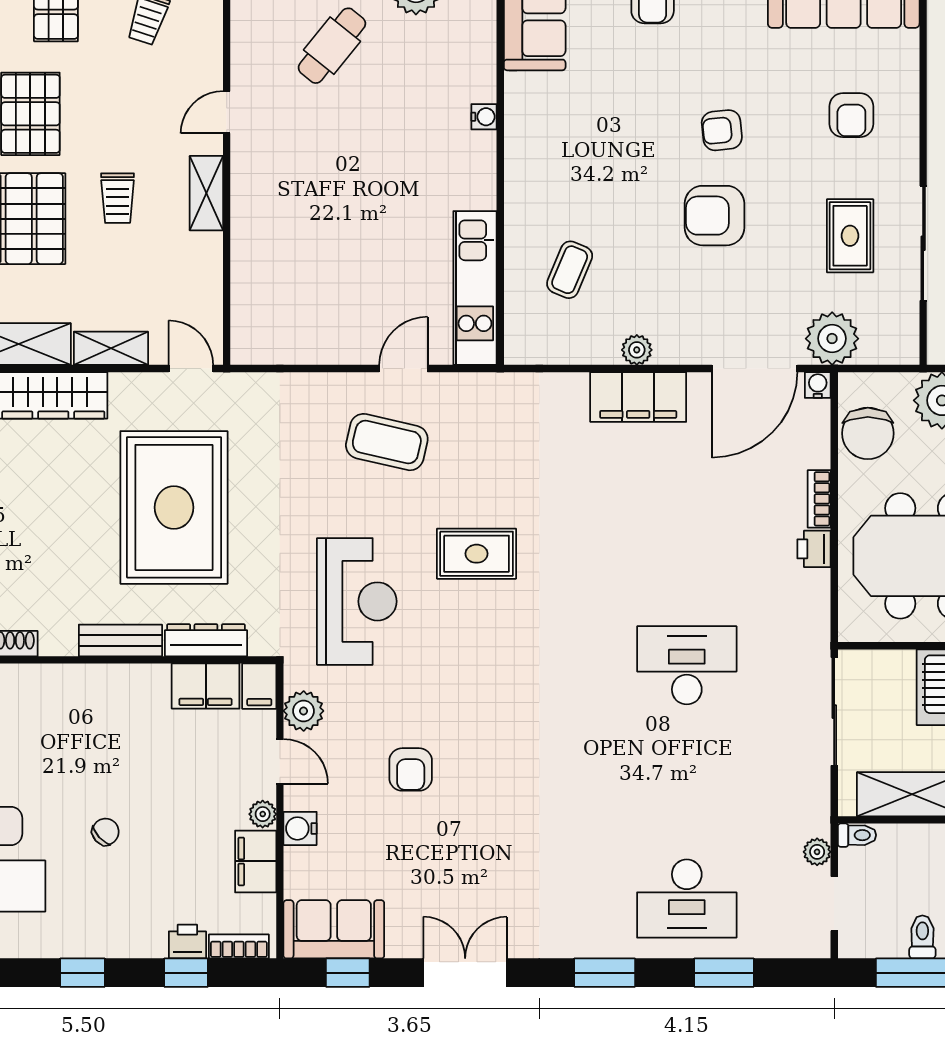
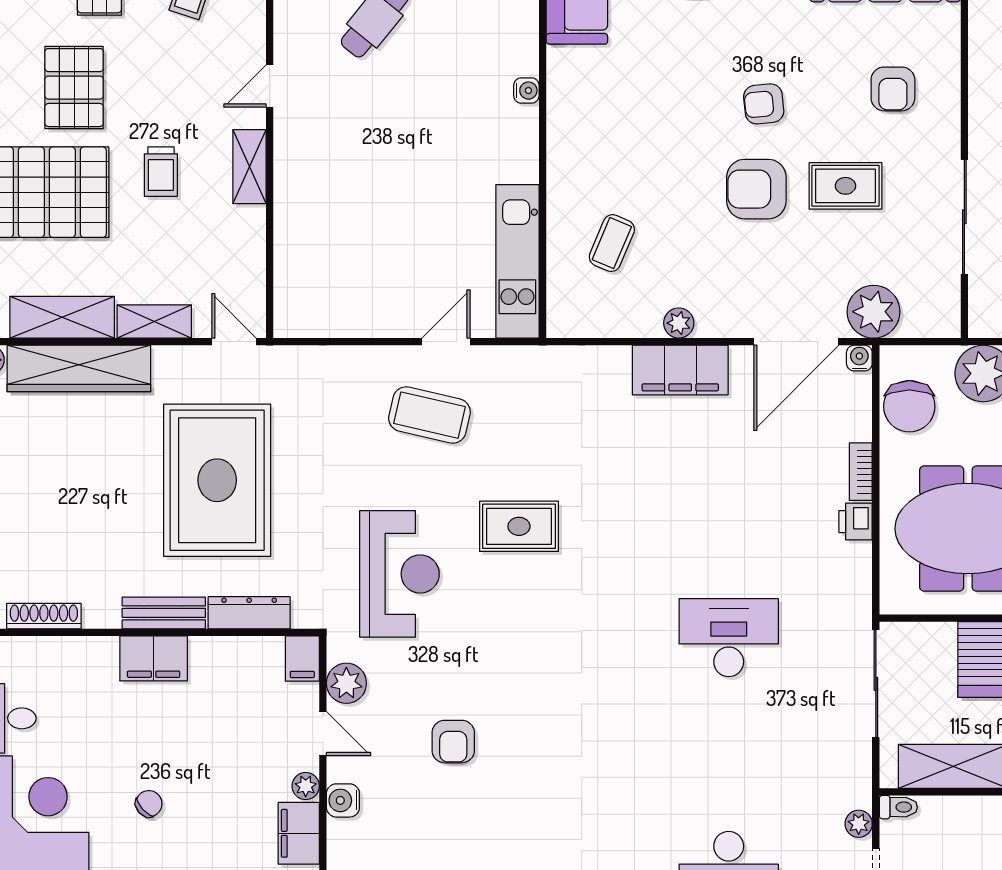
rug: (850, 236) -> (845, 186), moved, turned 90
filing cabinet: (206, 686) -> (154, 658), moved

